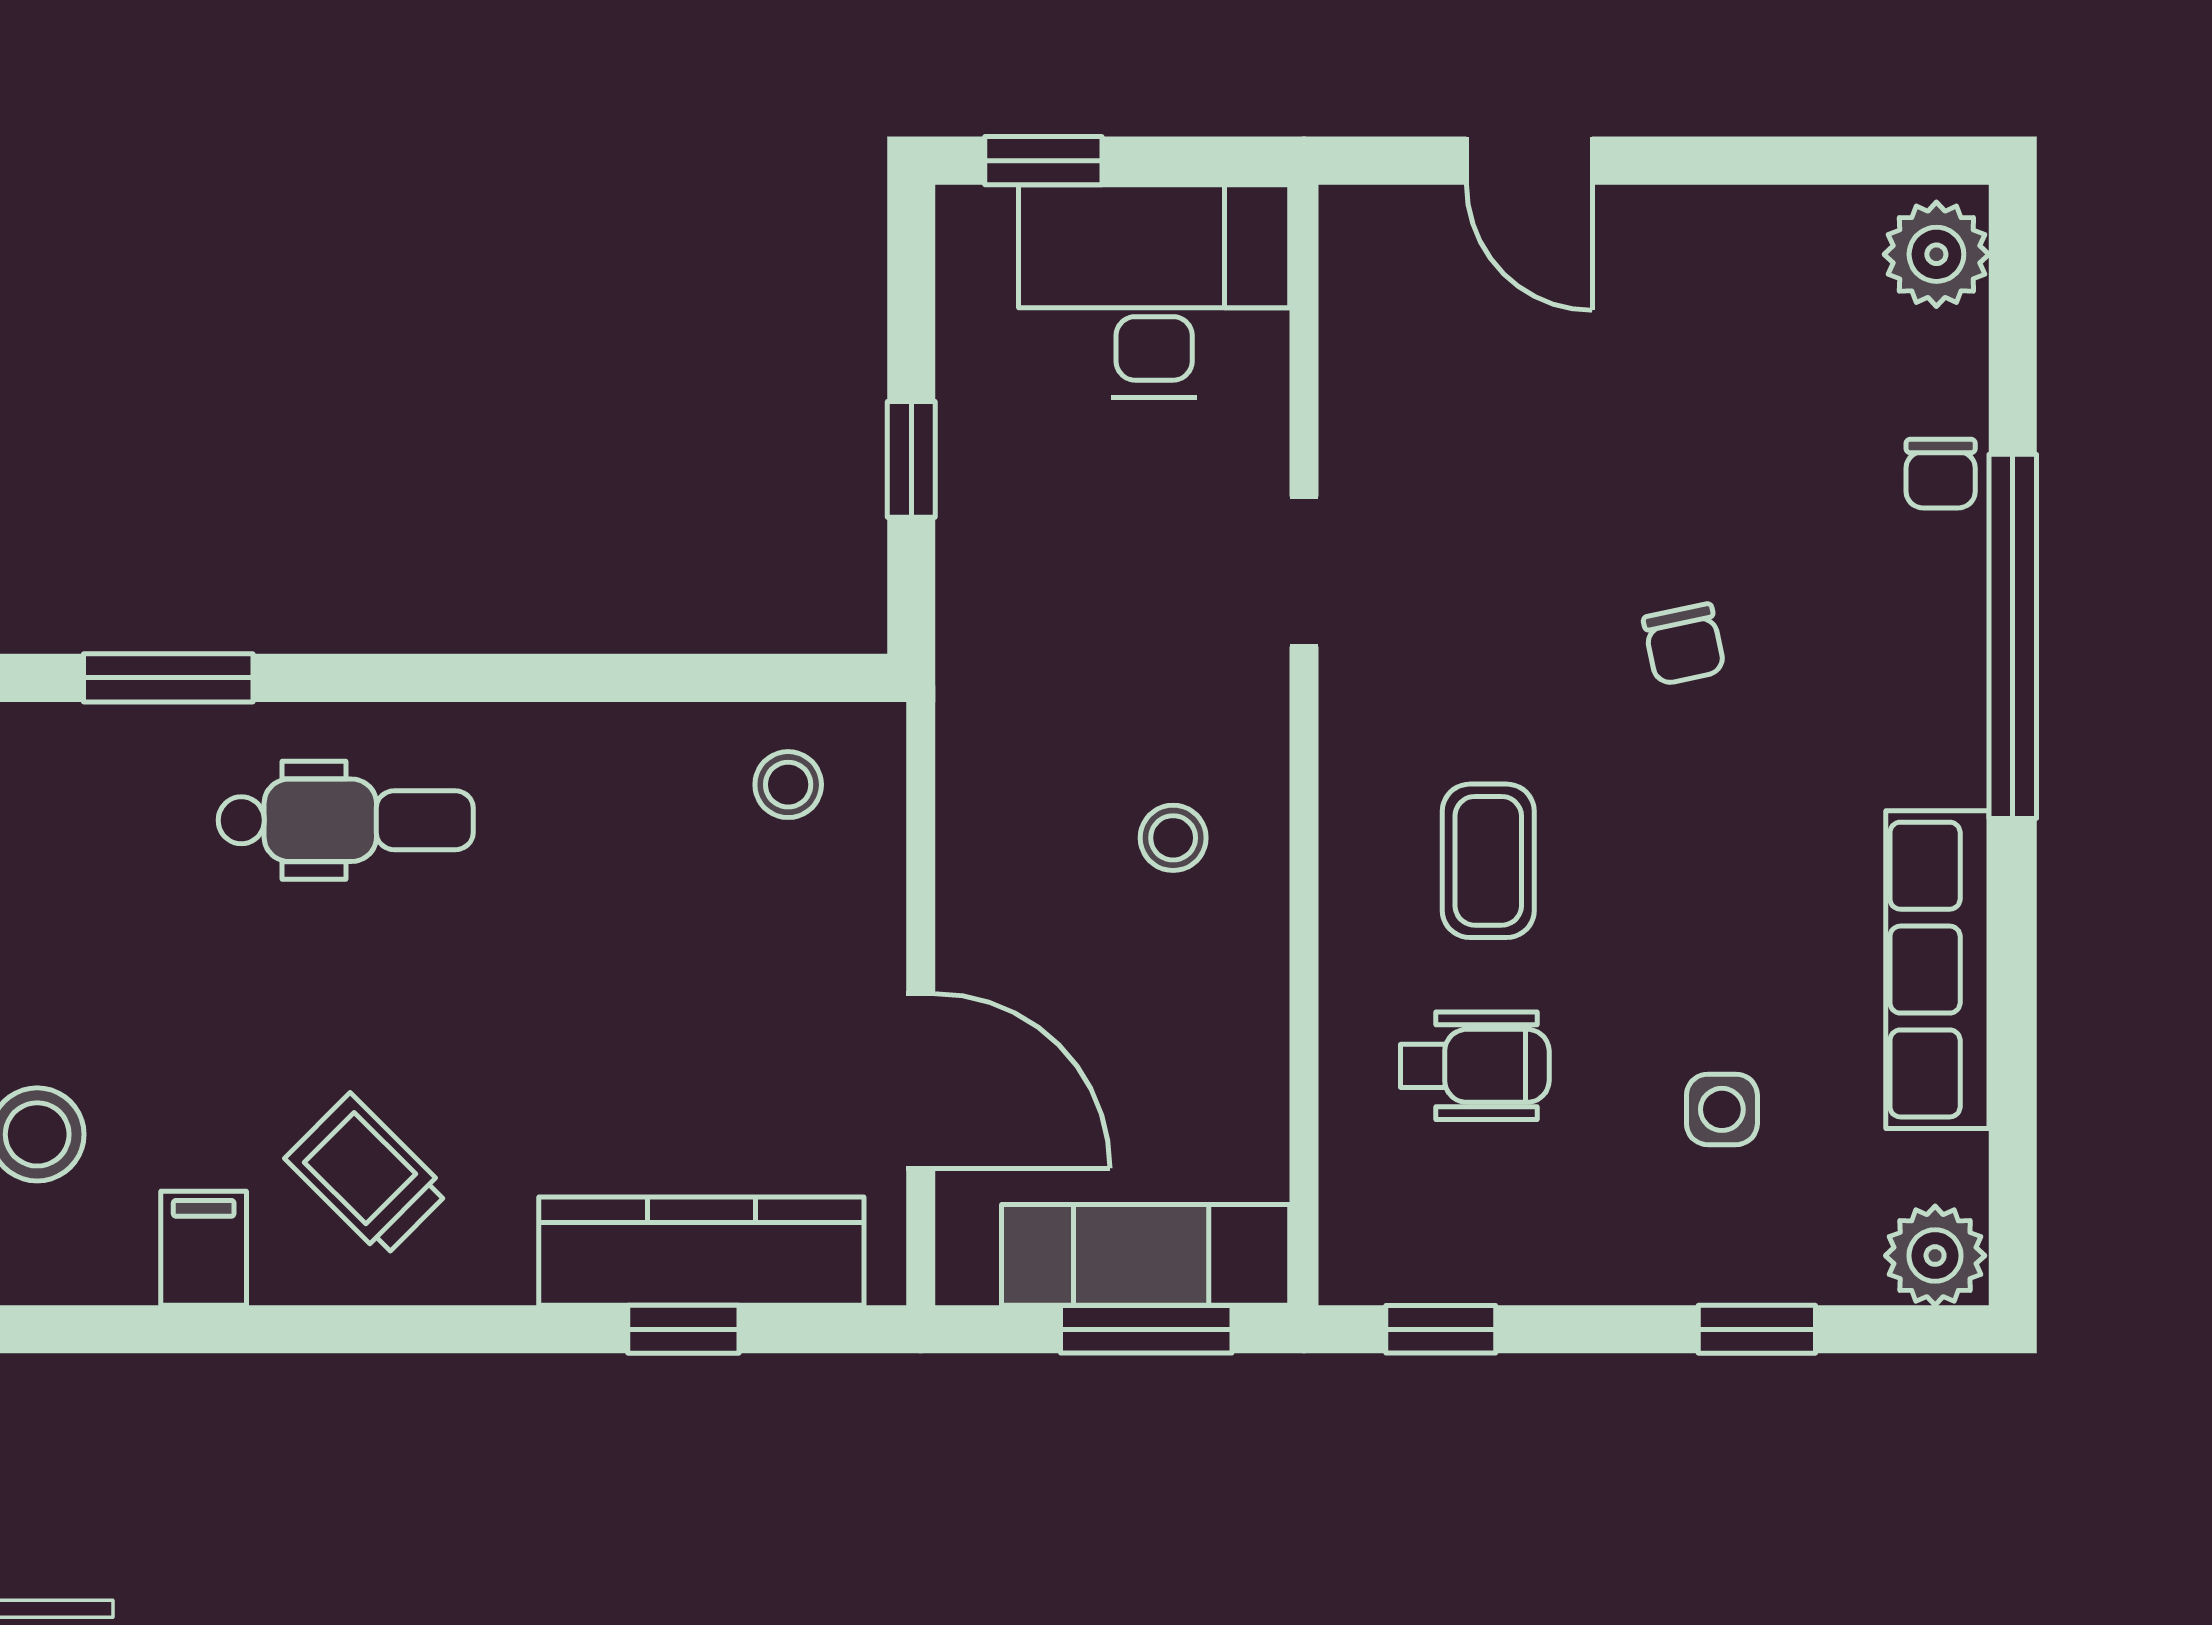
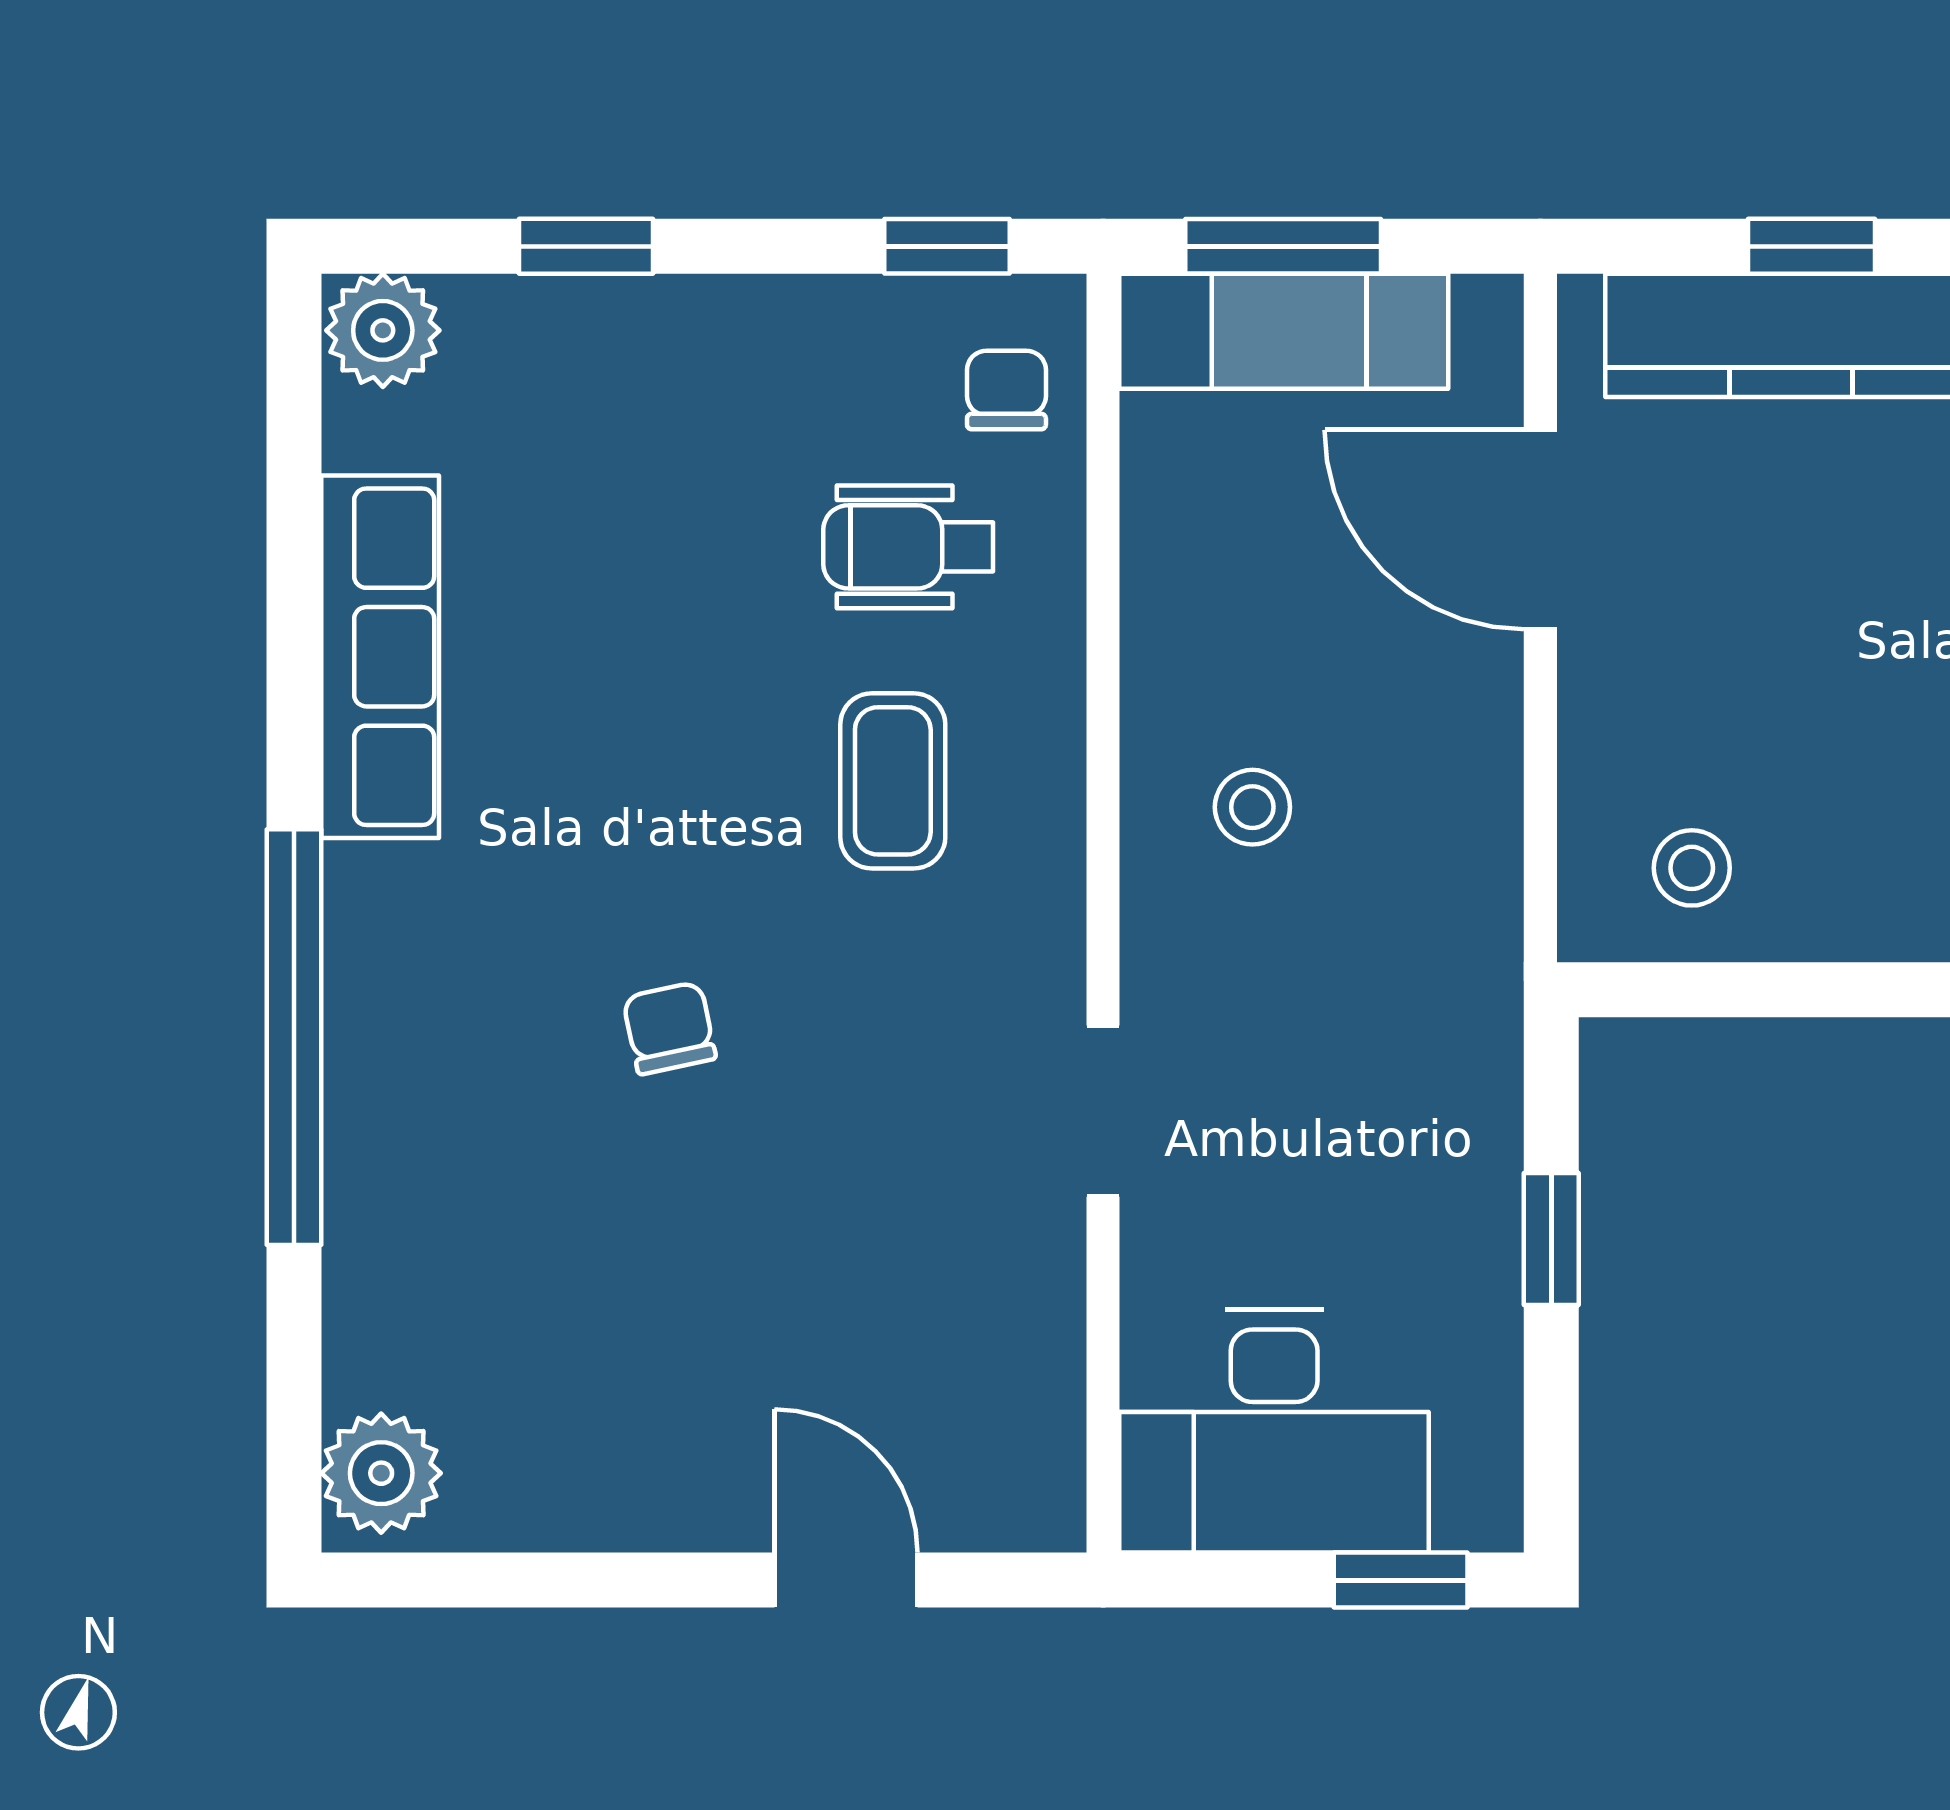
chair: (1941, 474) -> (1006, 390), moved
side table: (1722, 1109) -> (626, 497), removed

